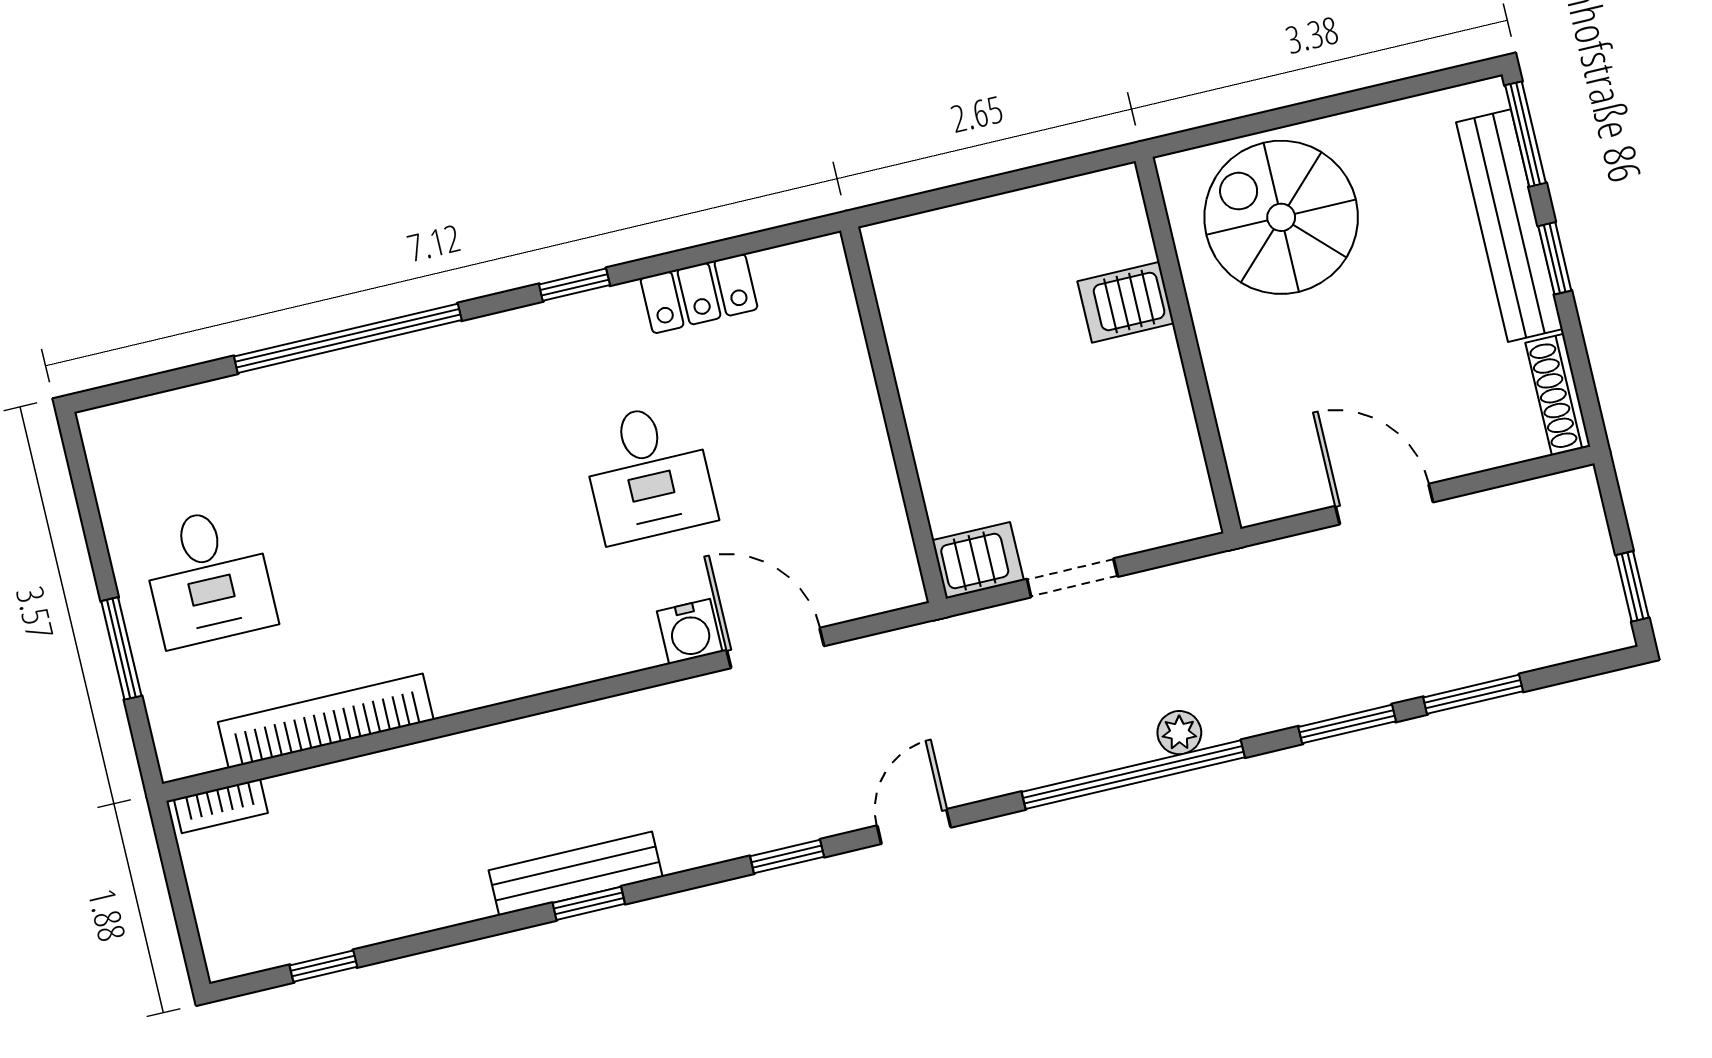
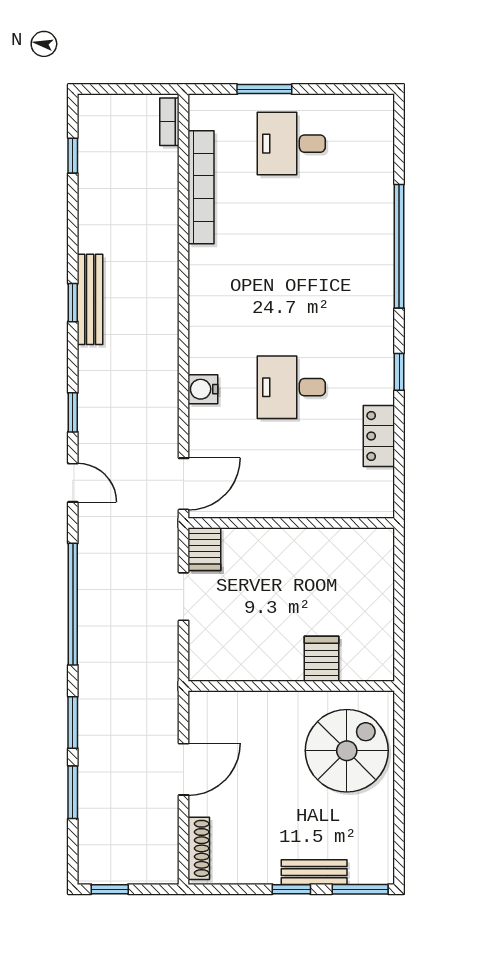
bench: (1509, 226) -> (314, 872), width x0.54, depth x0.82
shoe rack: (1558, 395) -> (199, 848), moved, turned 90
door: (775, 648) -> (184, 484), moved
plant: (1179, 733) -> (89, 633), removed

